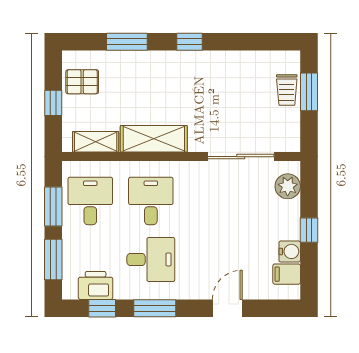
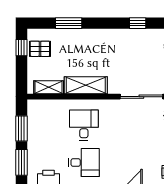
window: (190, 42) -> (138, 23), moved
window: (53, 103) -> (21, 48), moved
desk: (90, 201) -> (45, 125), removed

